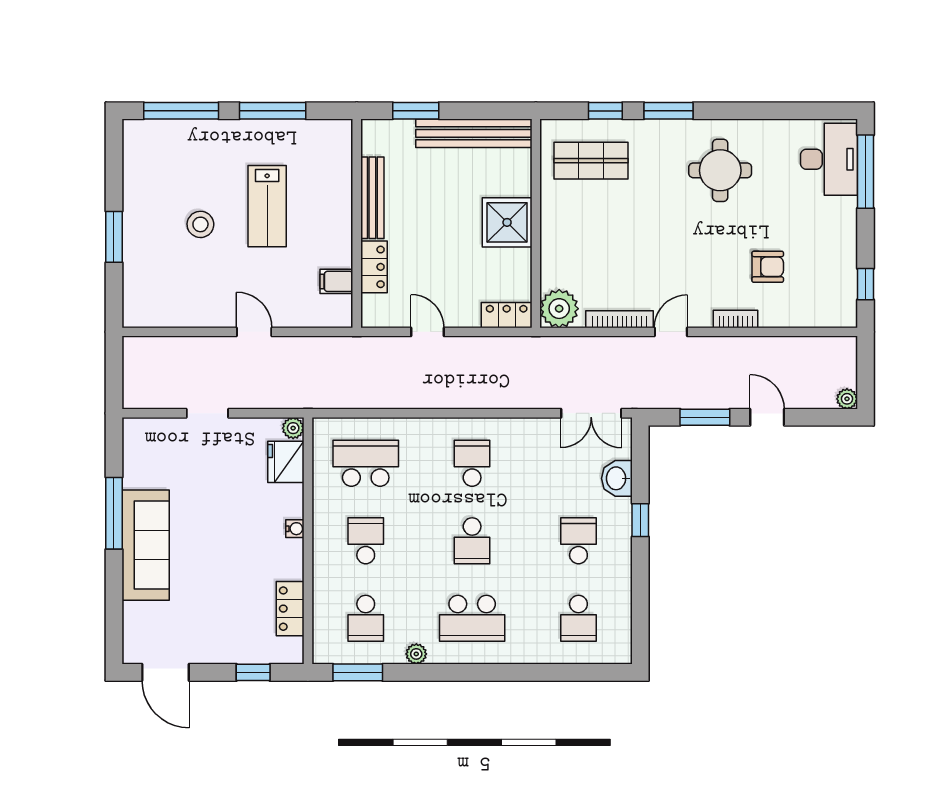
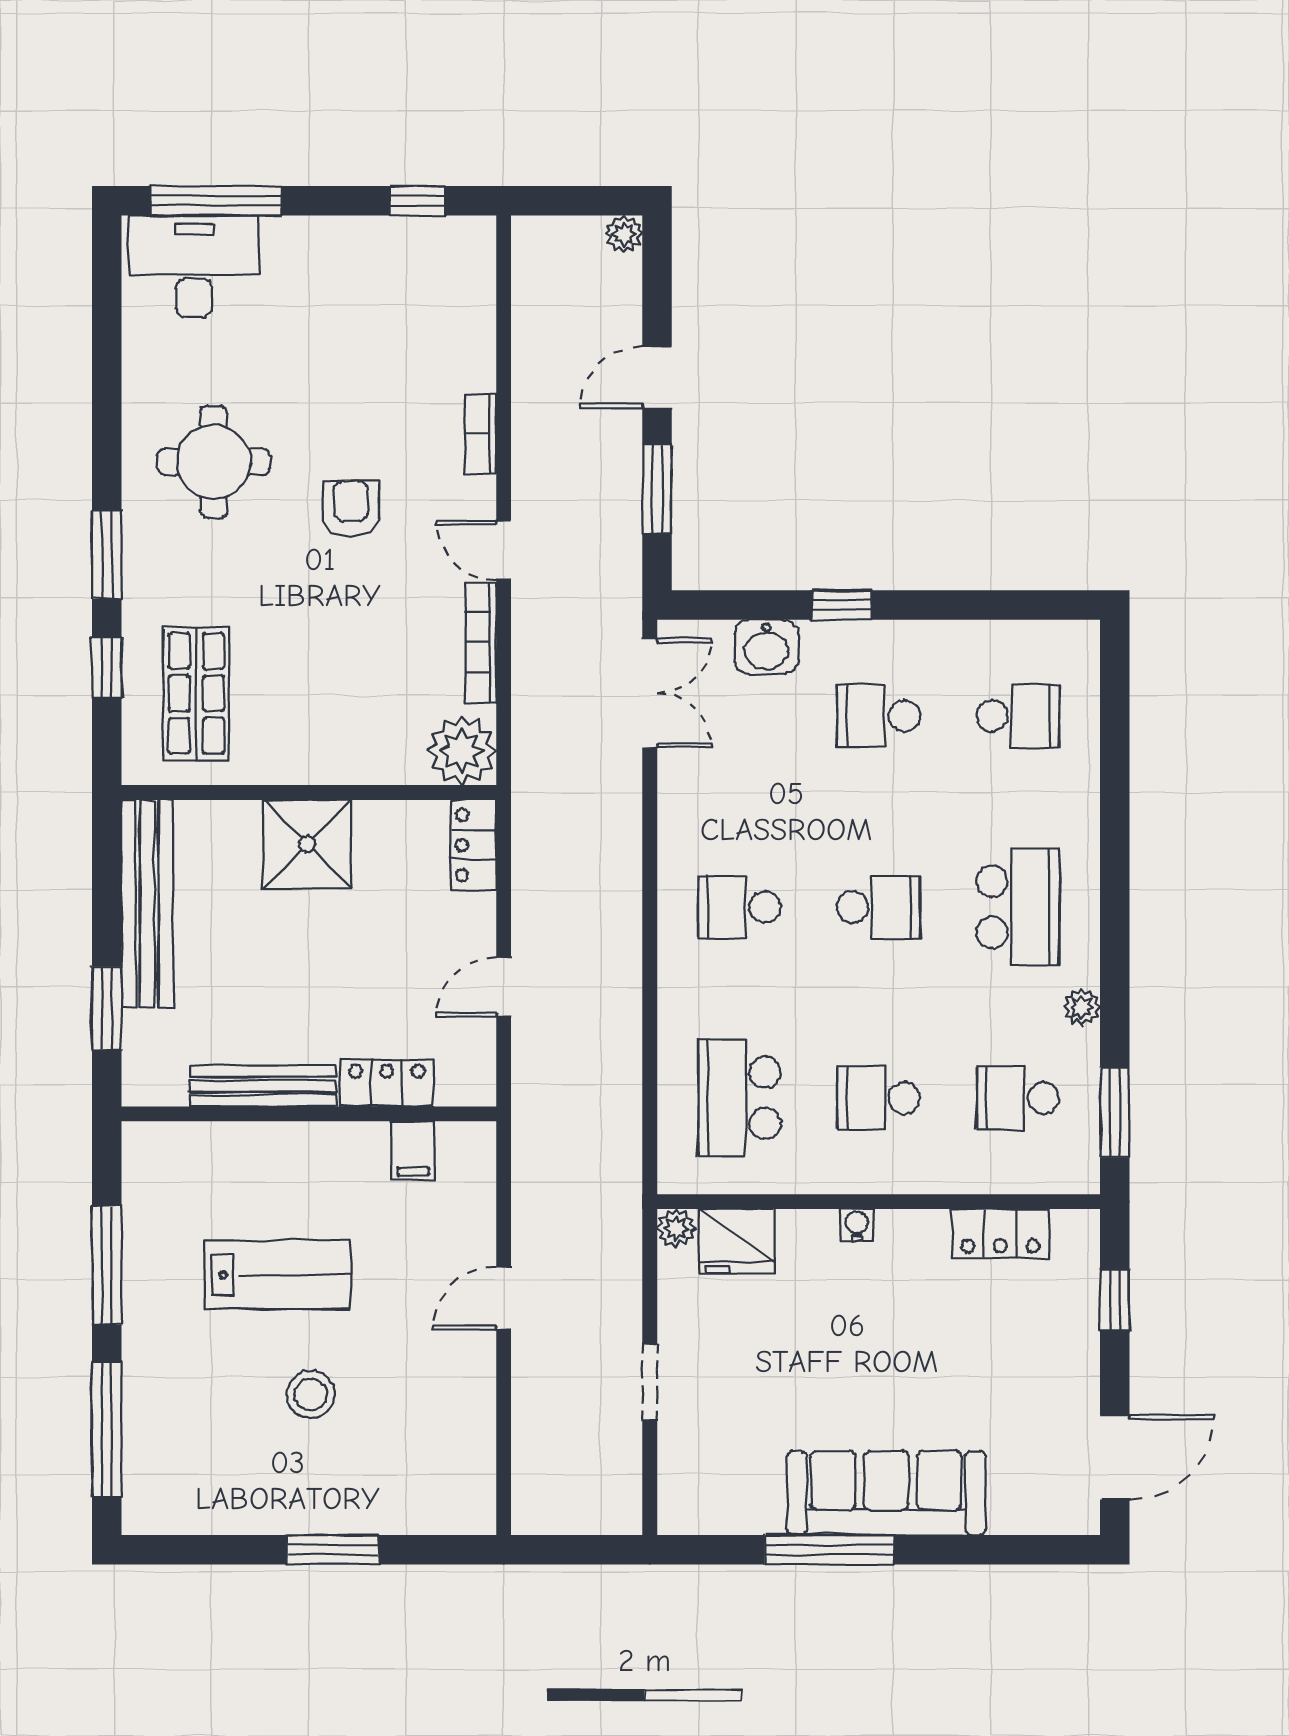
armchair: (768, 267) -> (351, 509), moved
school desk: (366, 618) -> (1018, 1098), turned 180

